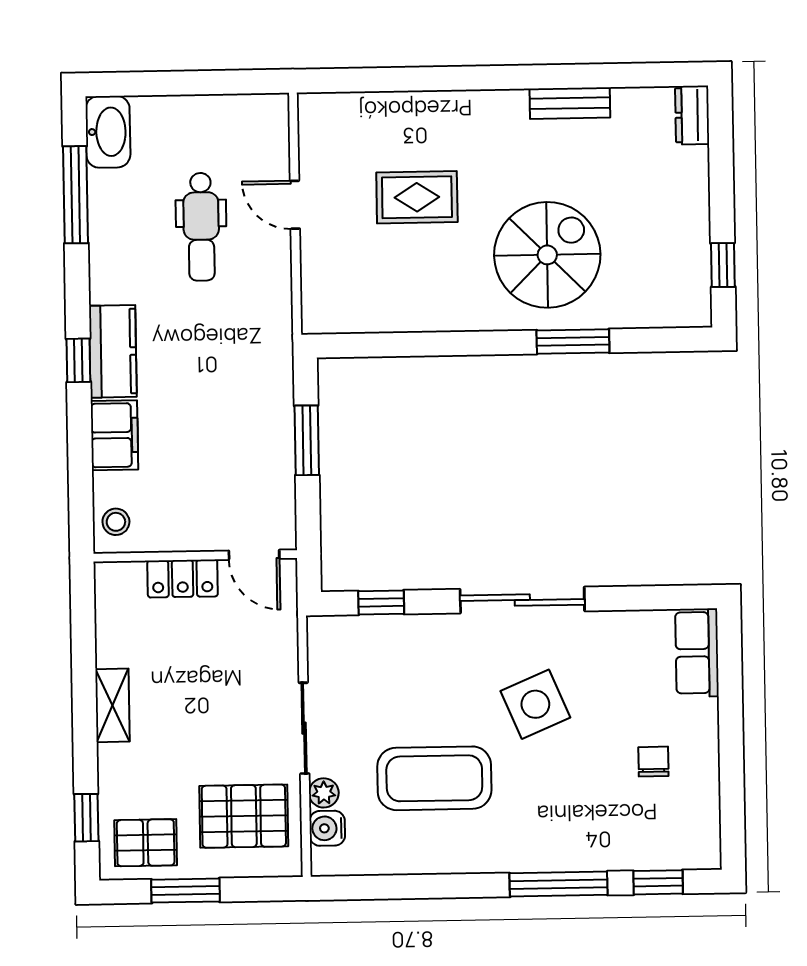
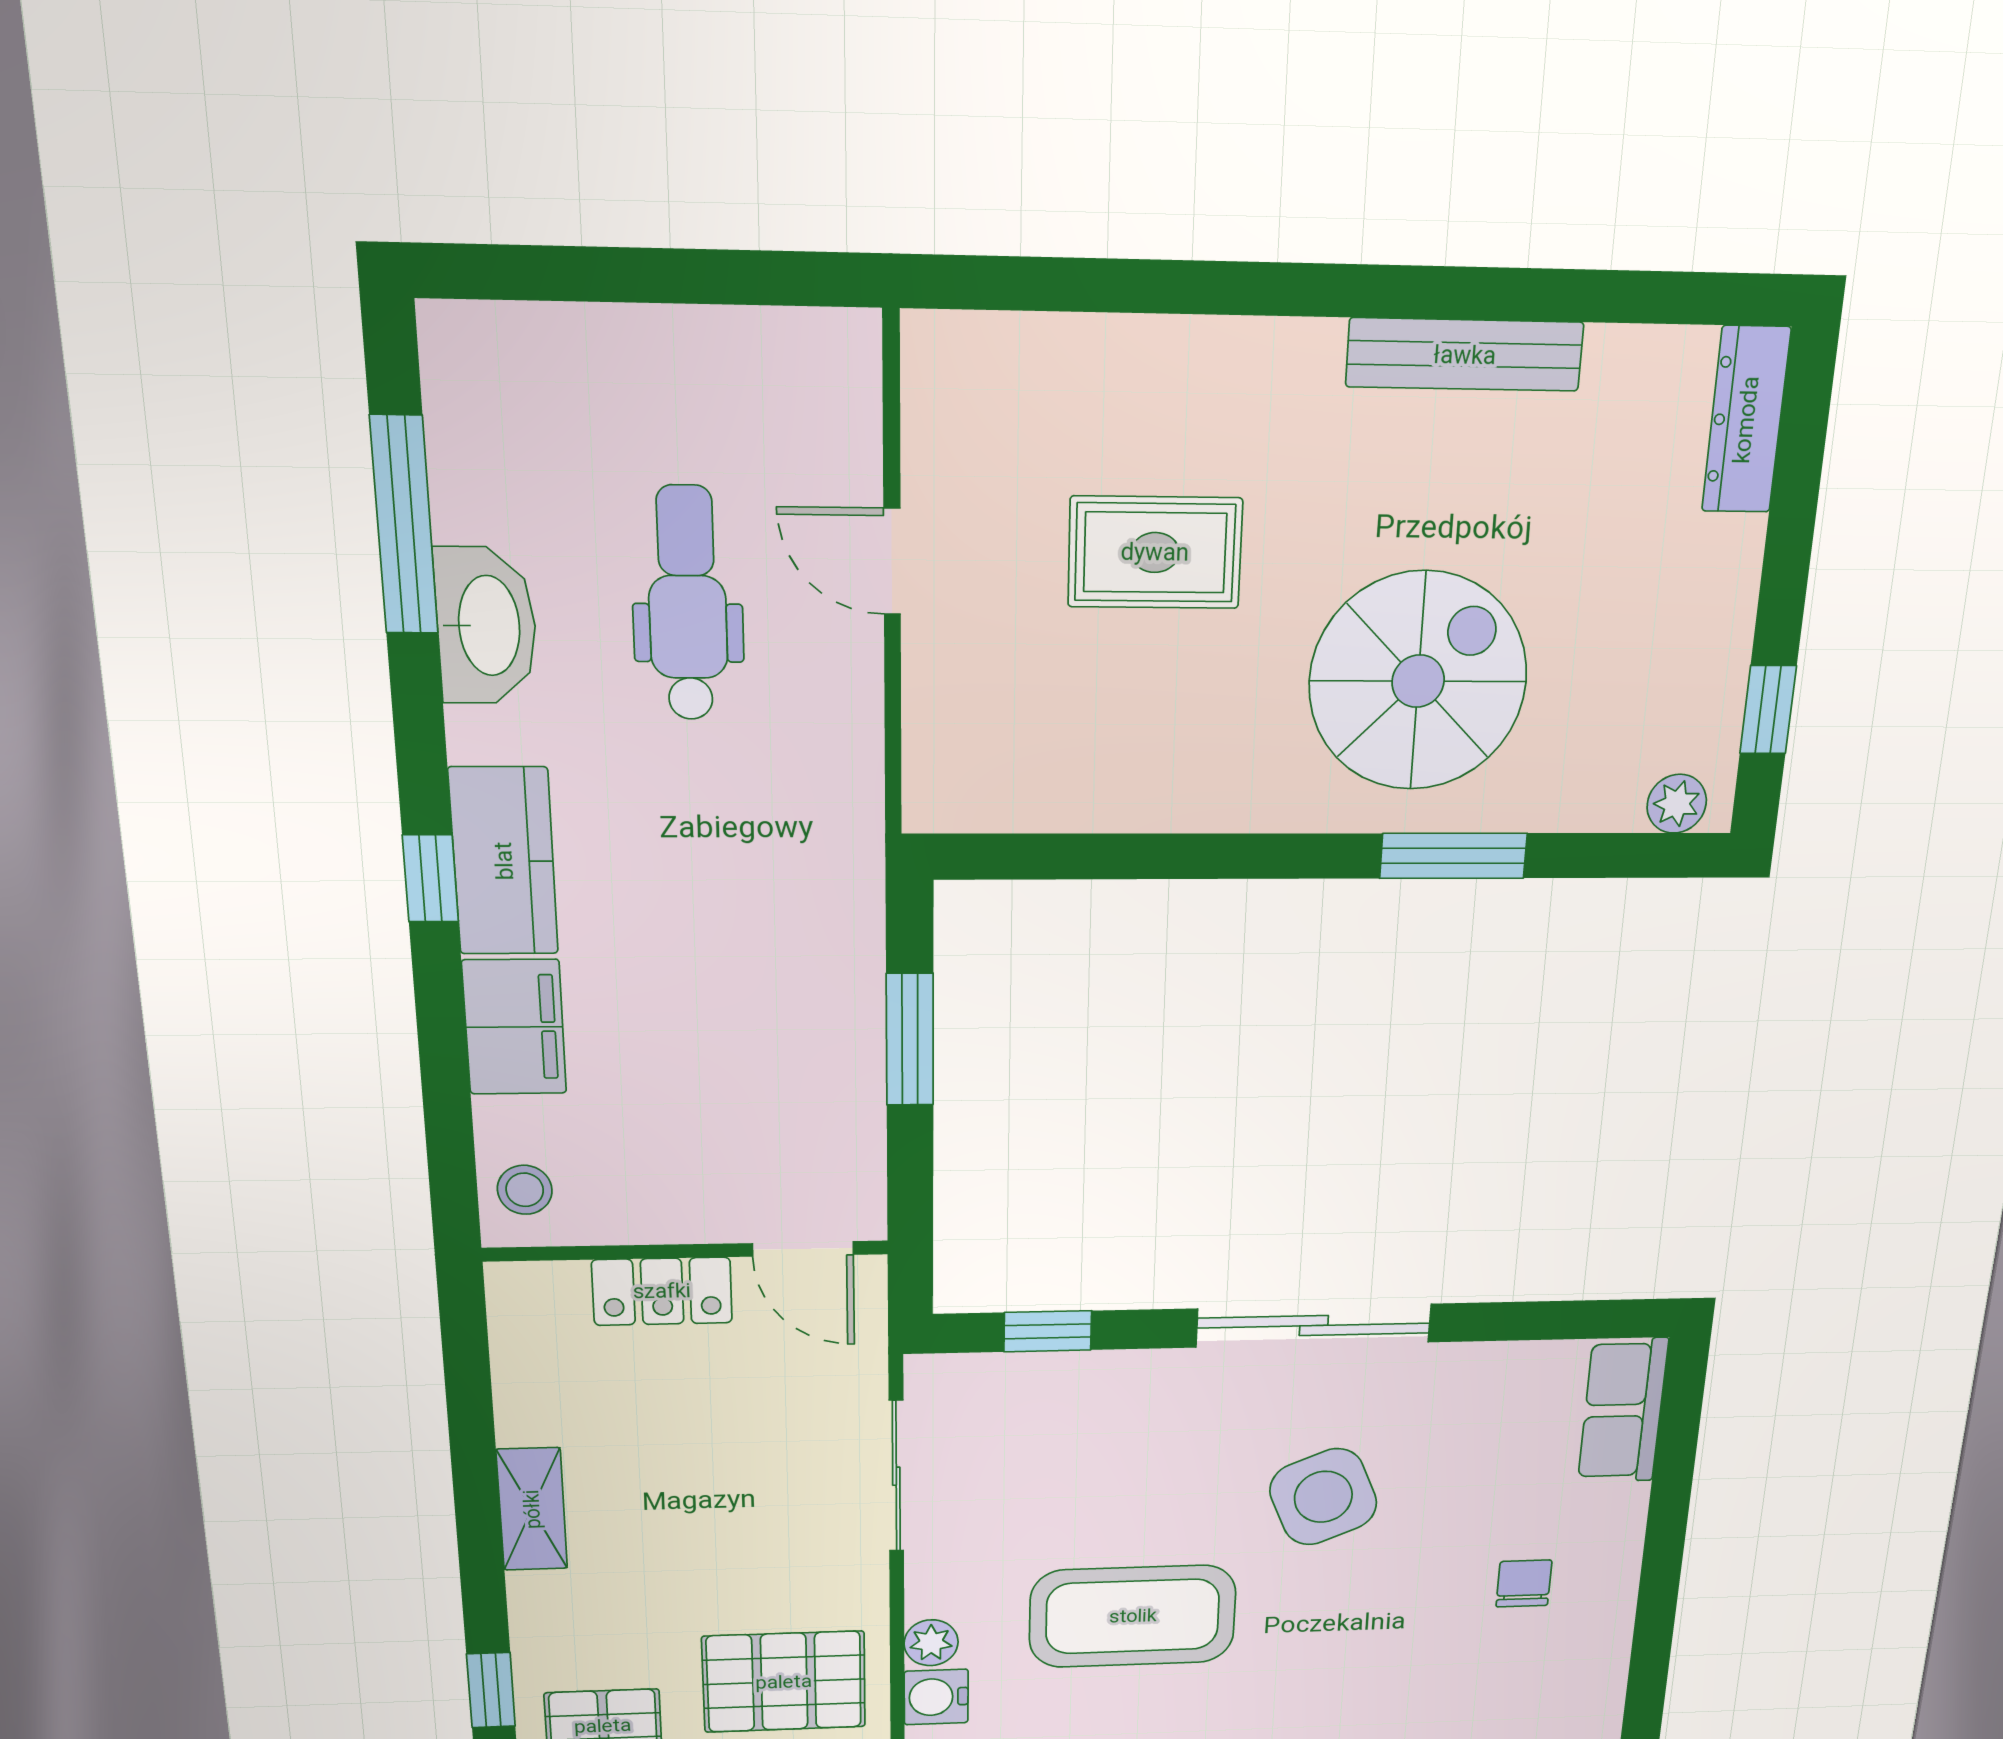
bench: (570, 103) -> (1465, 355), width x1.36
dresser: (692, 115) -> (1746, 420), width x1.44
washbasin: (108, 132) -> (486, 626), moved
dental chair: (201, 227) -> (688, 604), turned 180
plant: (683, 313) -> (1677, 804), added
sliding door: (304, 728) -> (896, 1476), moved

